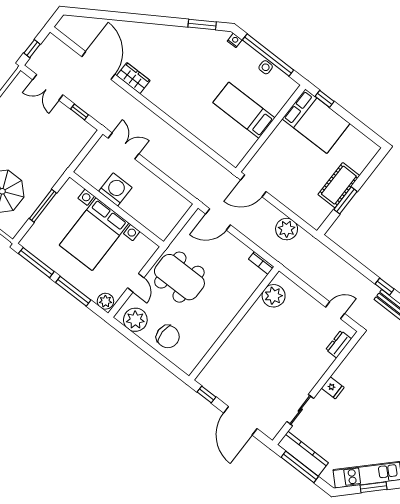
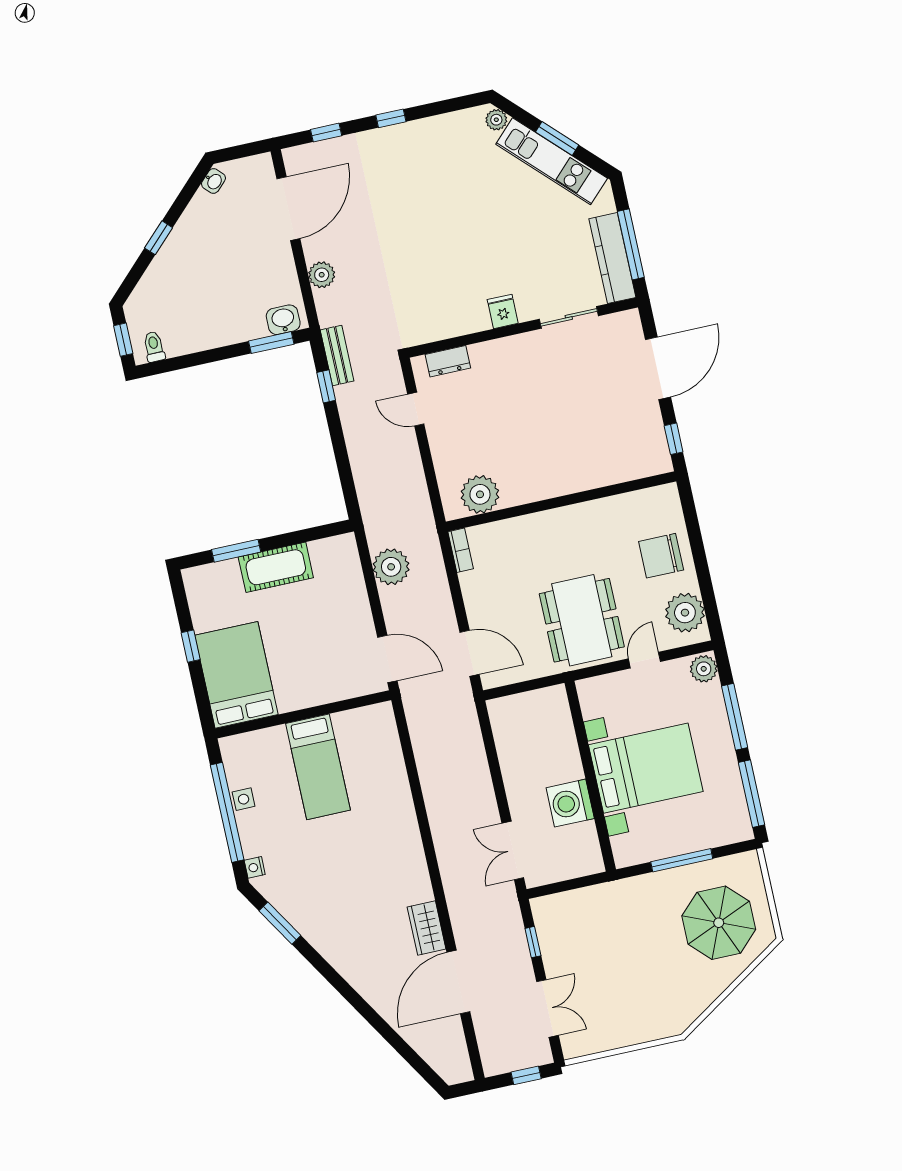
window: (325, 99) -> (191, 646), moved
window: (345, 200) -> (236, 551), moved
chair: (168, 337) -> (661, 556), turned -90

